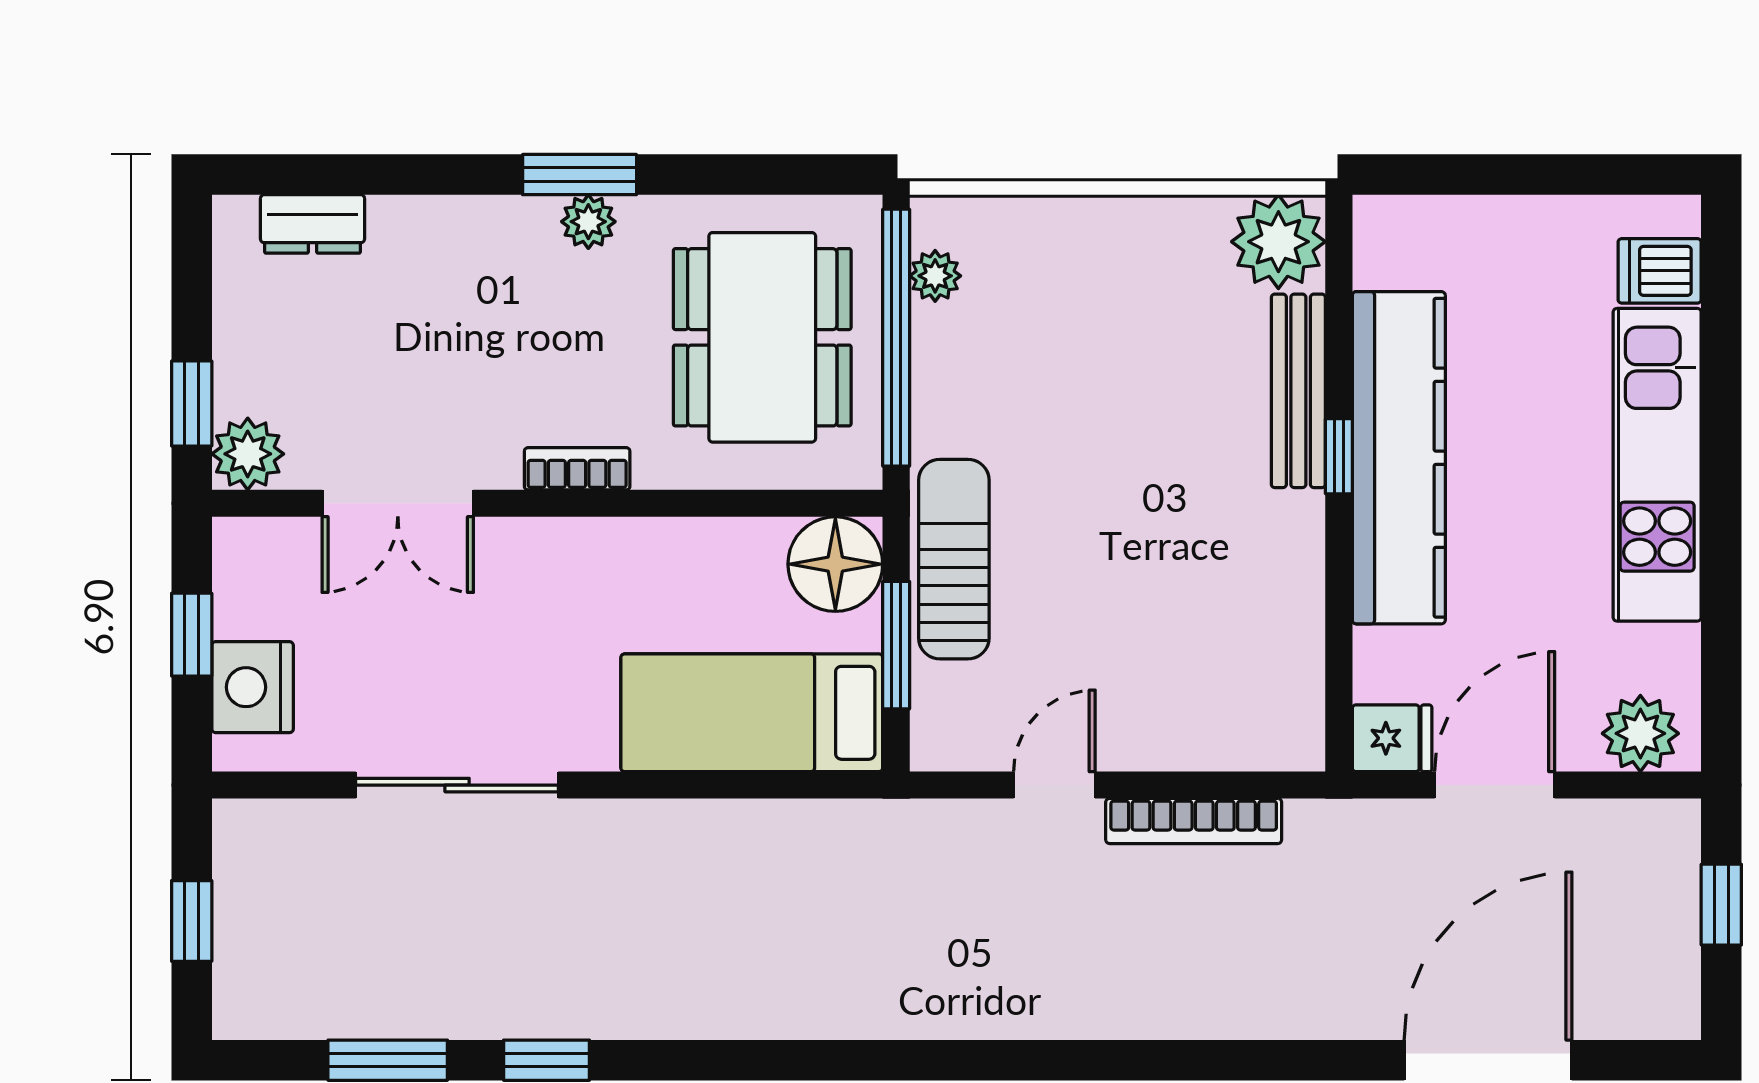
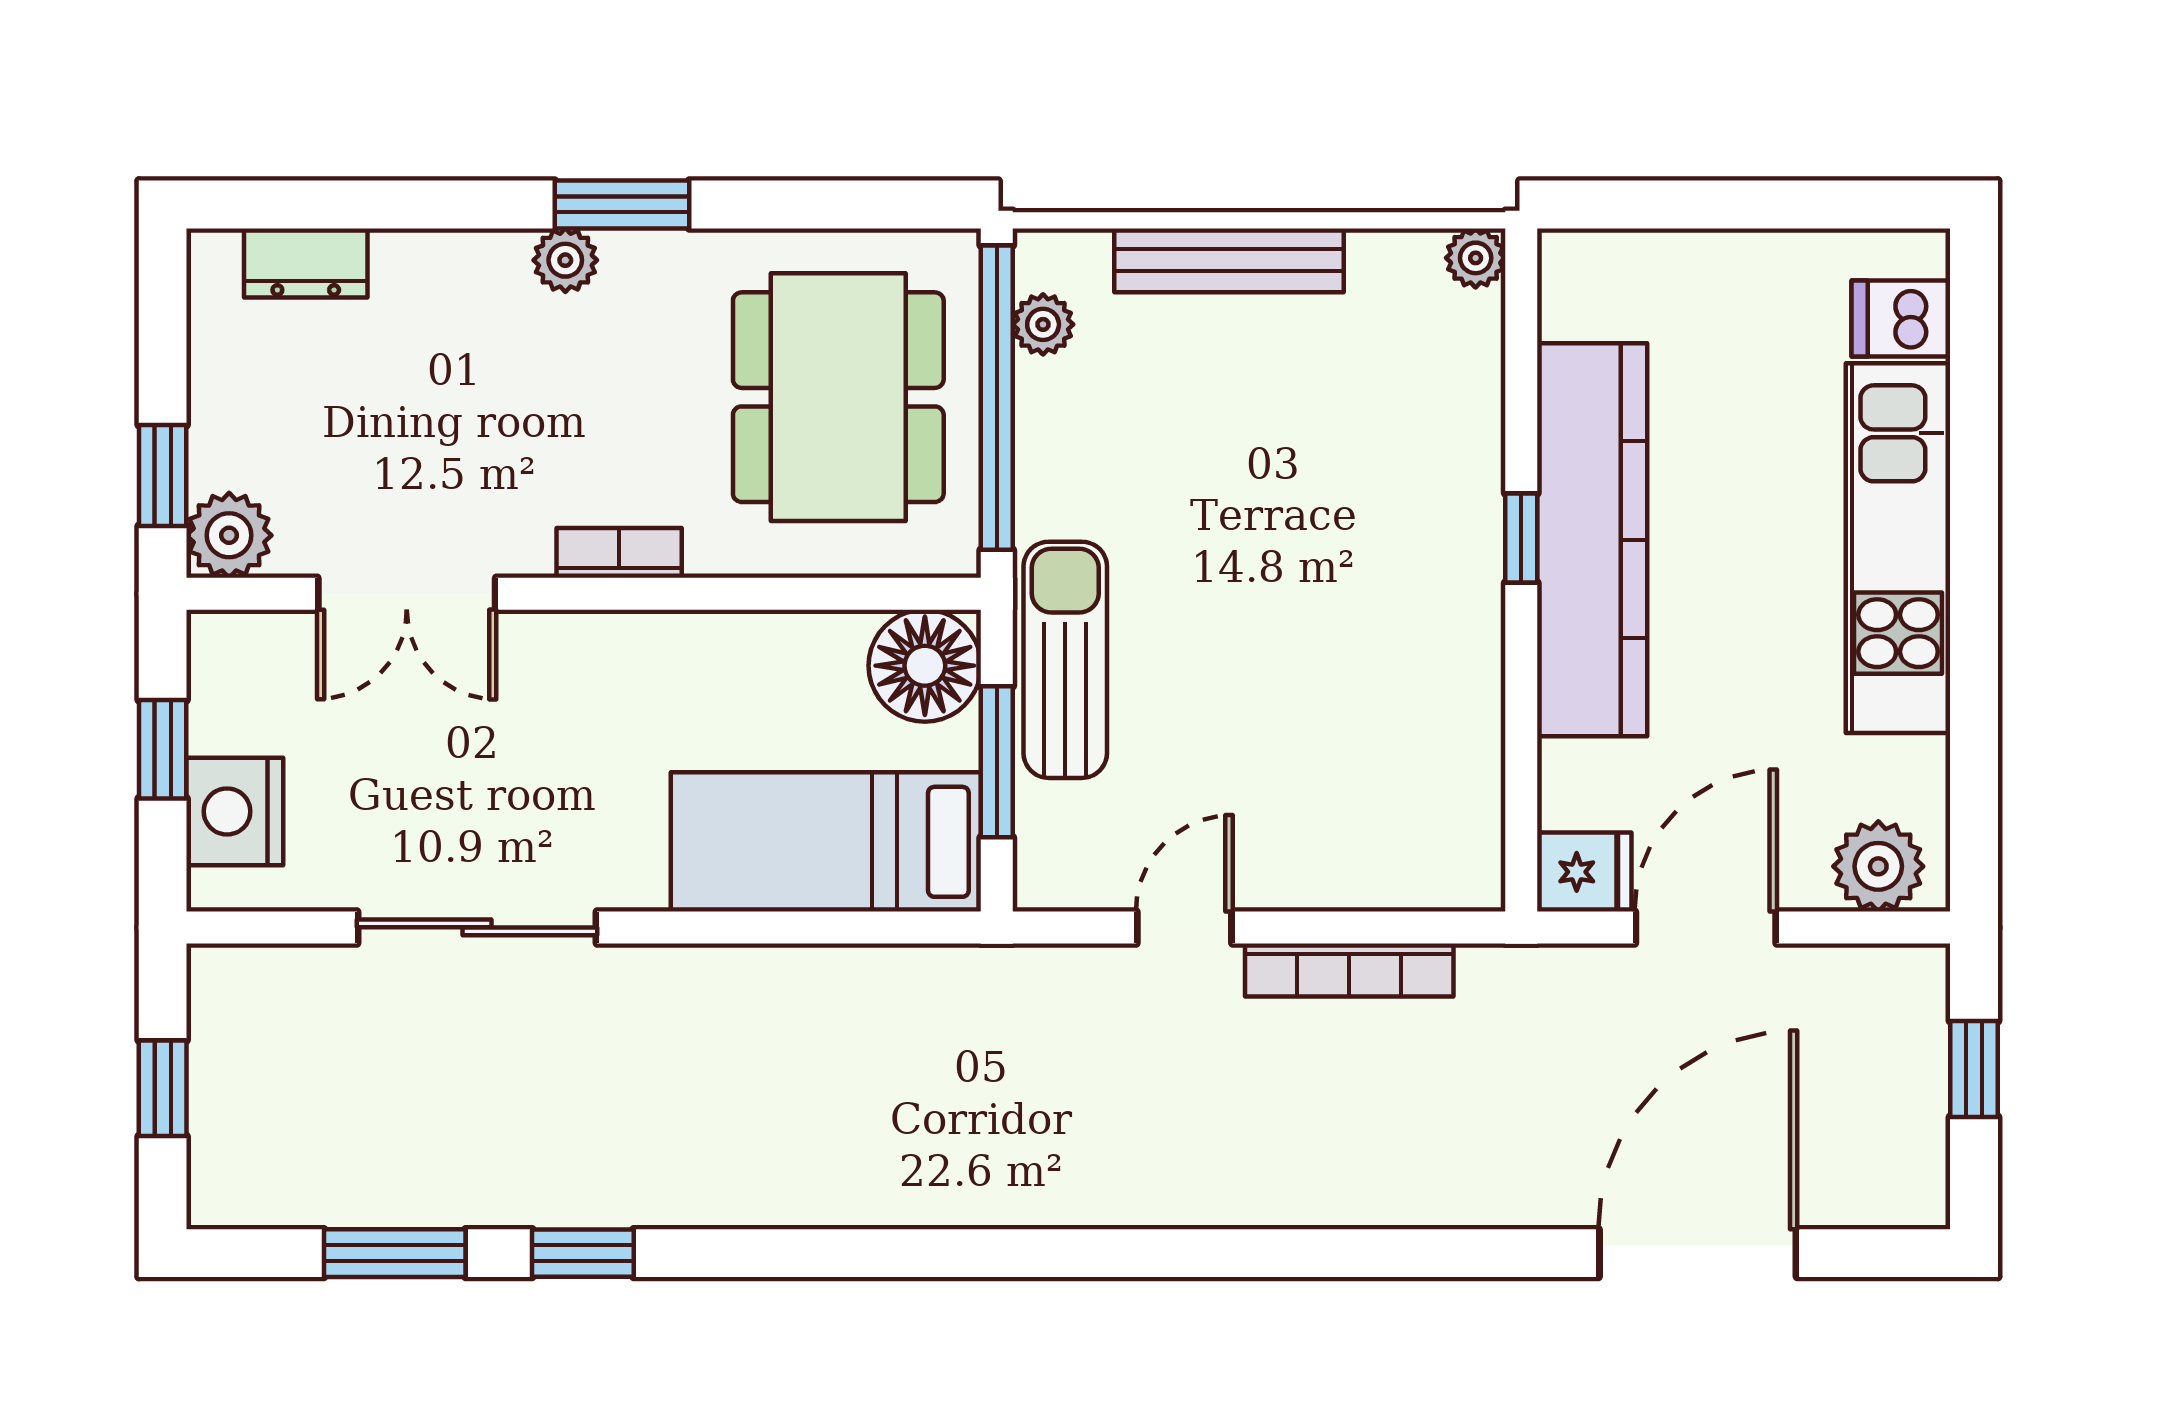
plant: (588, 222) -> (565, 260), moved
plant: (1278, 242) -> (1476, 258), width x0.53, depth x0.53
bench: (1298, 391) -> (1229, 260), moved, turned 90

